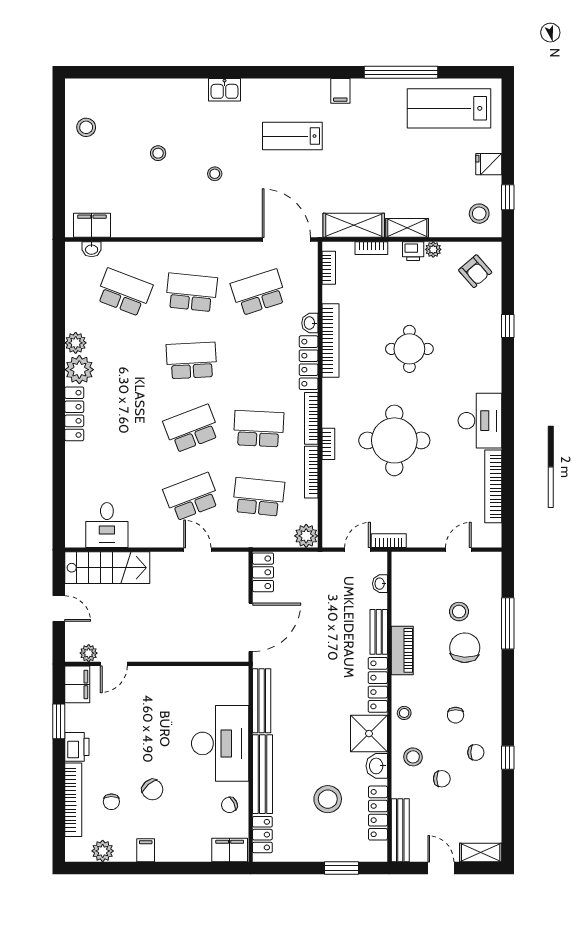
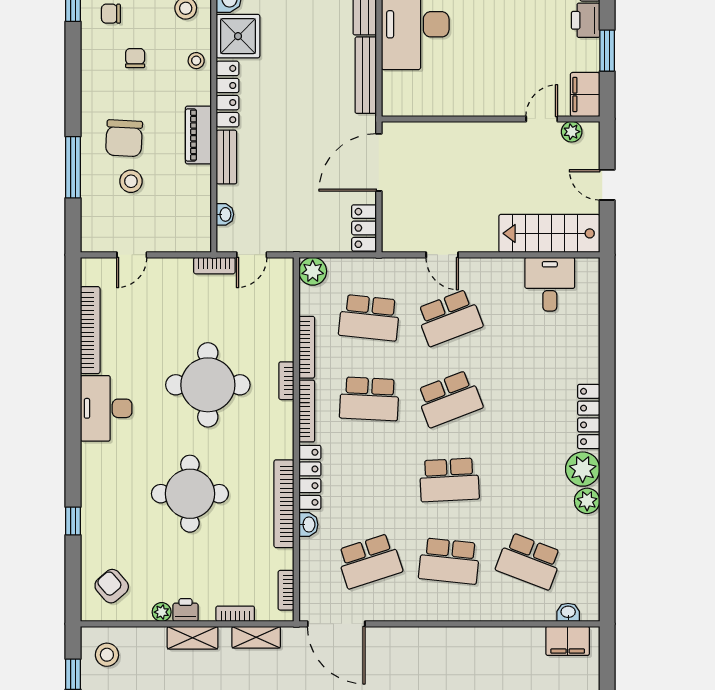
shelving: (354, 225) -> (256, 637), width x0.67, depth x0.75
round table: (409, 349) -> (190, 494), width x1.36, depth x1.36

